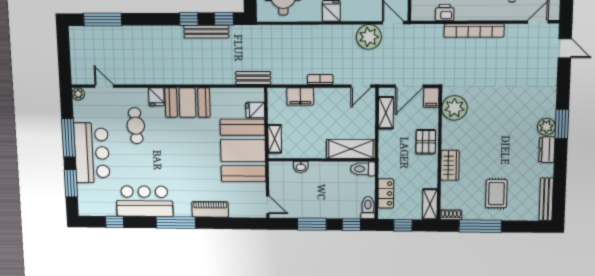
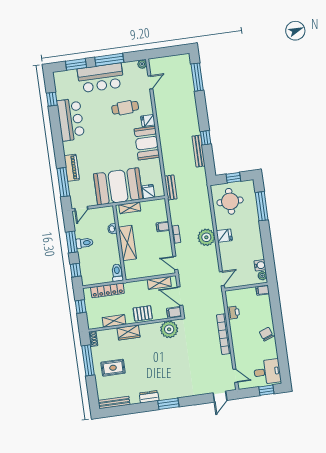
window: (224, 19) -> (209, 162), removed
plant: (369, 37) -> (206, 237), moved
filing cabinet: (300, 96) -> (163, 227), width x0.50
plant: (546, 127) -> (165, 394), removed
shelving: (351, 149) -> (127, 243), moved
locker: (386, 193) -> (107, 290), width x1.53
shelving: (430, 204) -> (114, 321), moved
toilet: (368, 208) -> (85, 243), moved
window: (176, 223) -> (63, 182), moved

